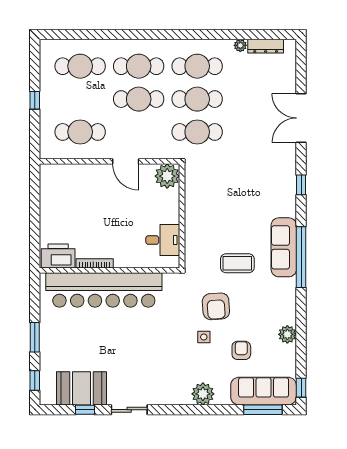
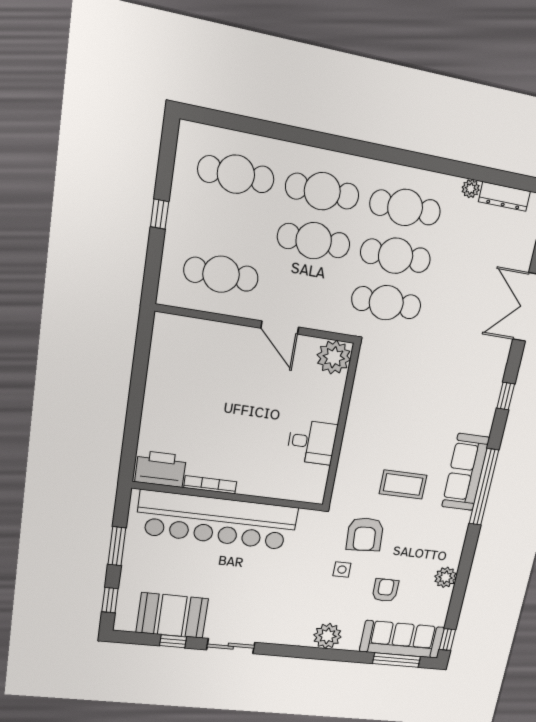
printer: (58, 256) -> (161, 469), moved
bookcase: (95, 263) -> (210, 485), moved
wall: (110, 270) -> (229, 496), moved
bar counter: (104, 290) -> (217, 520), moved

